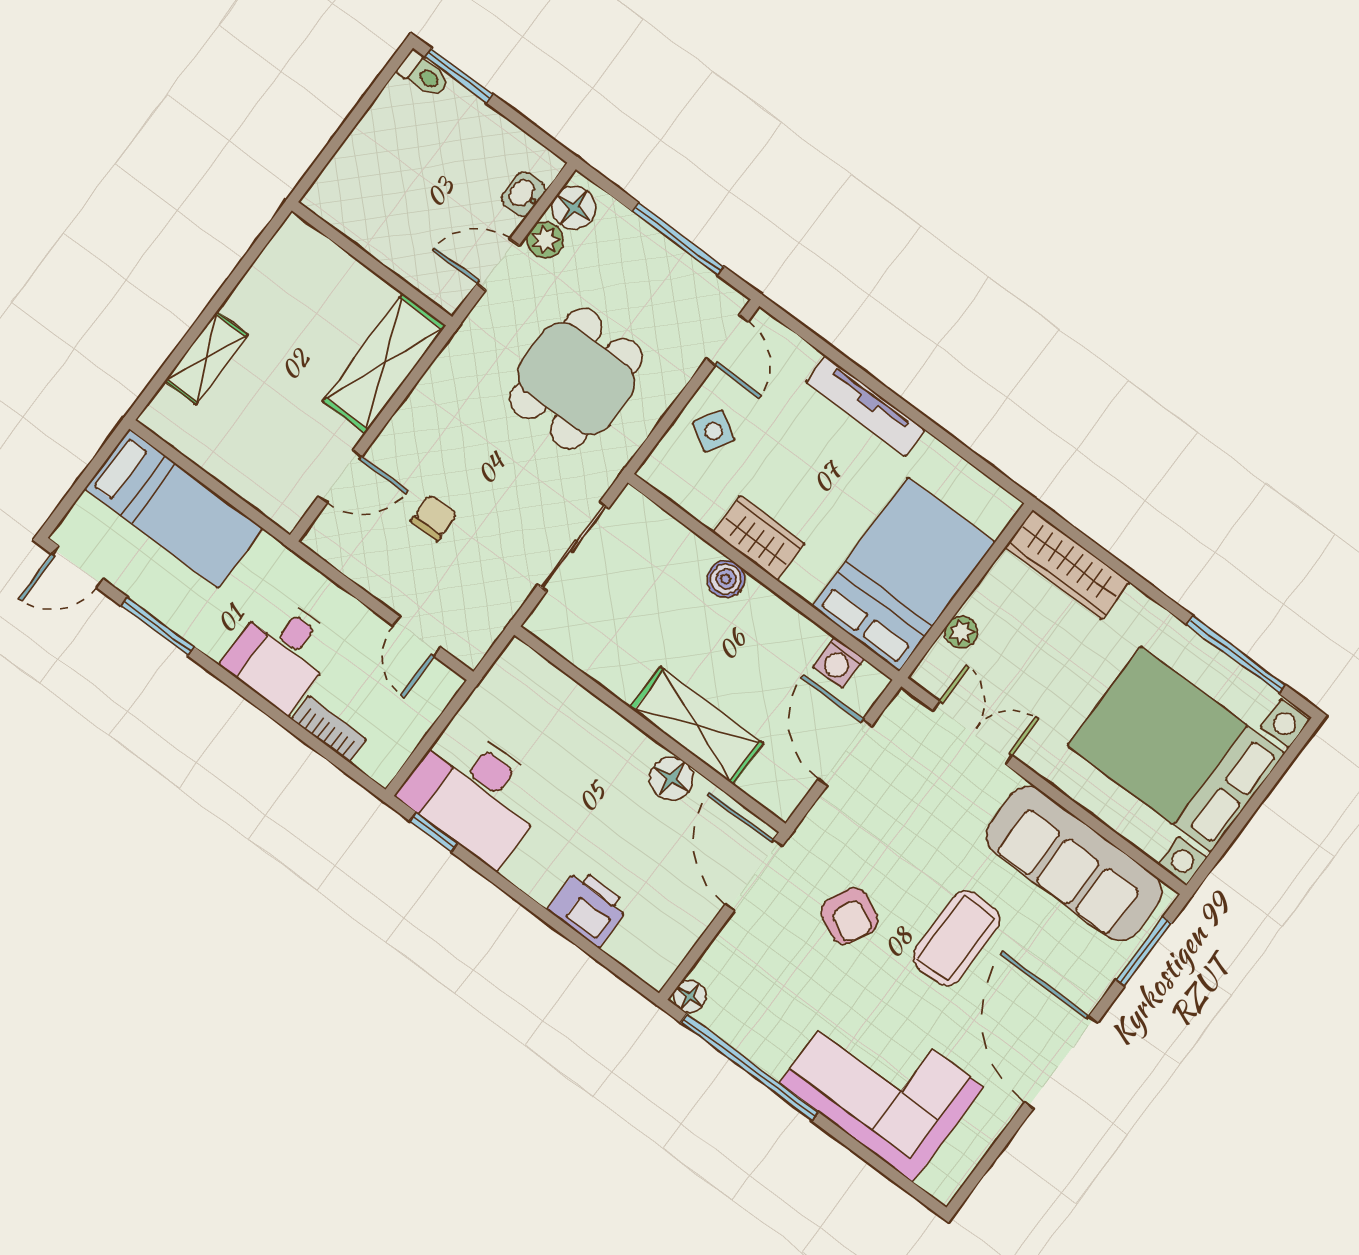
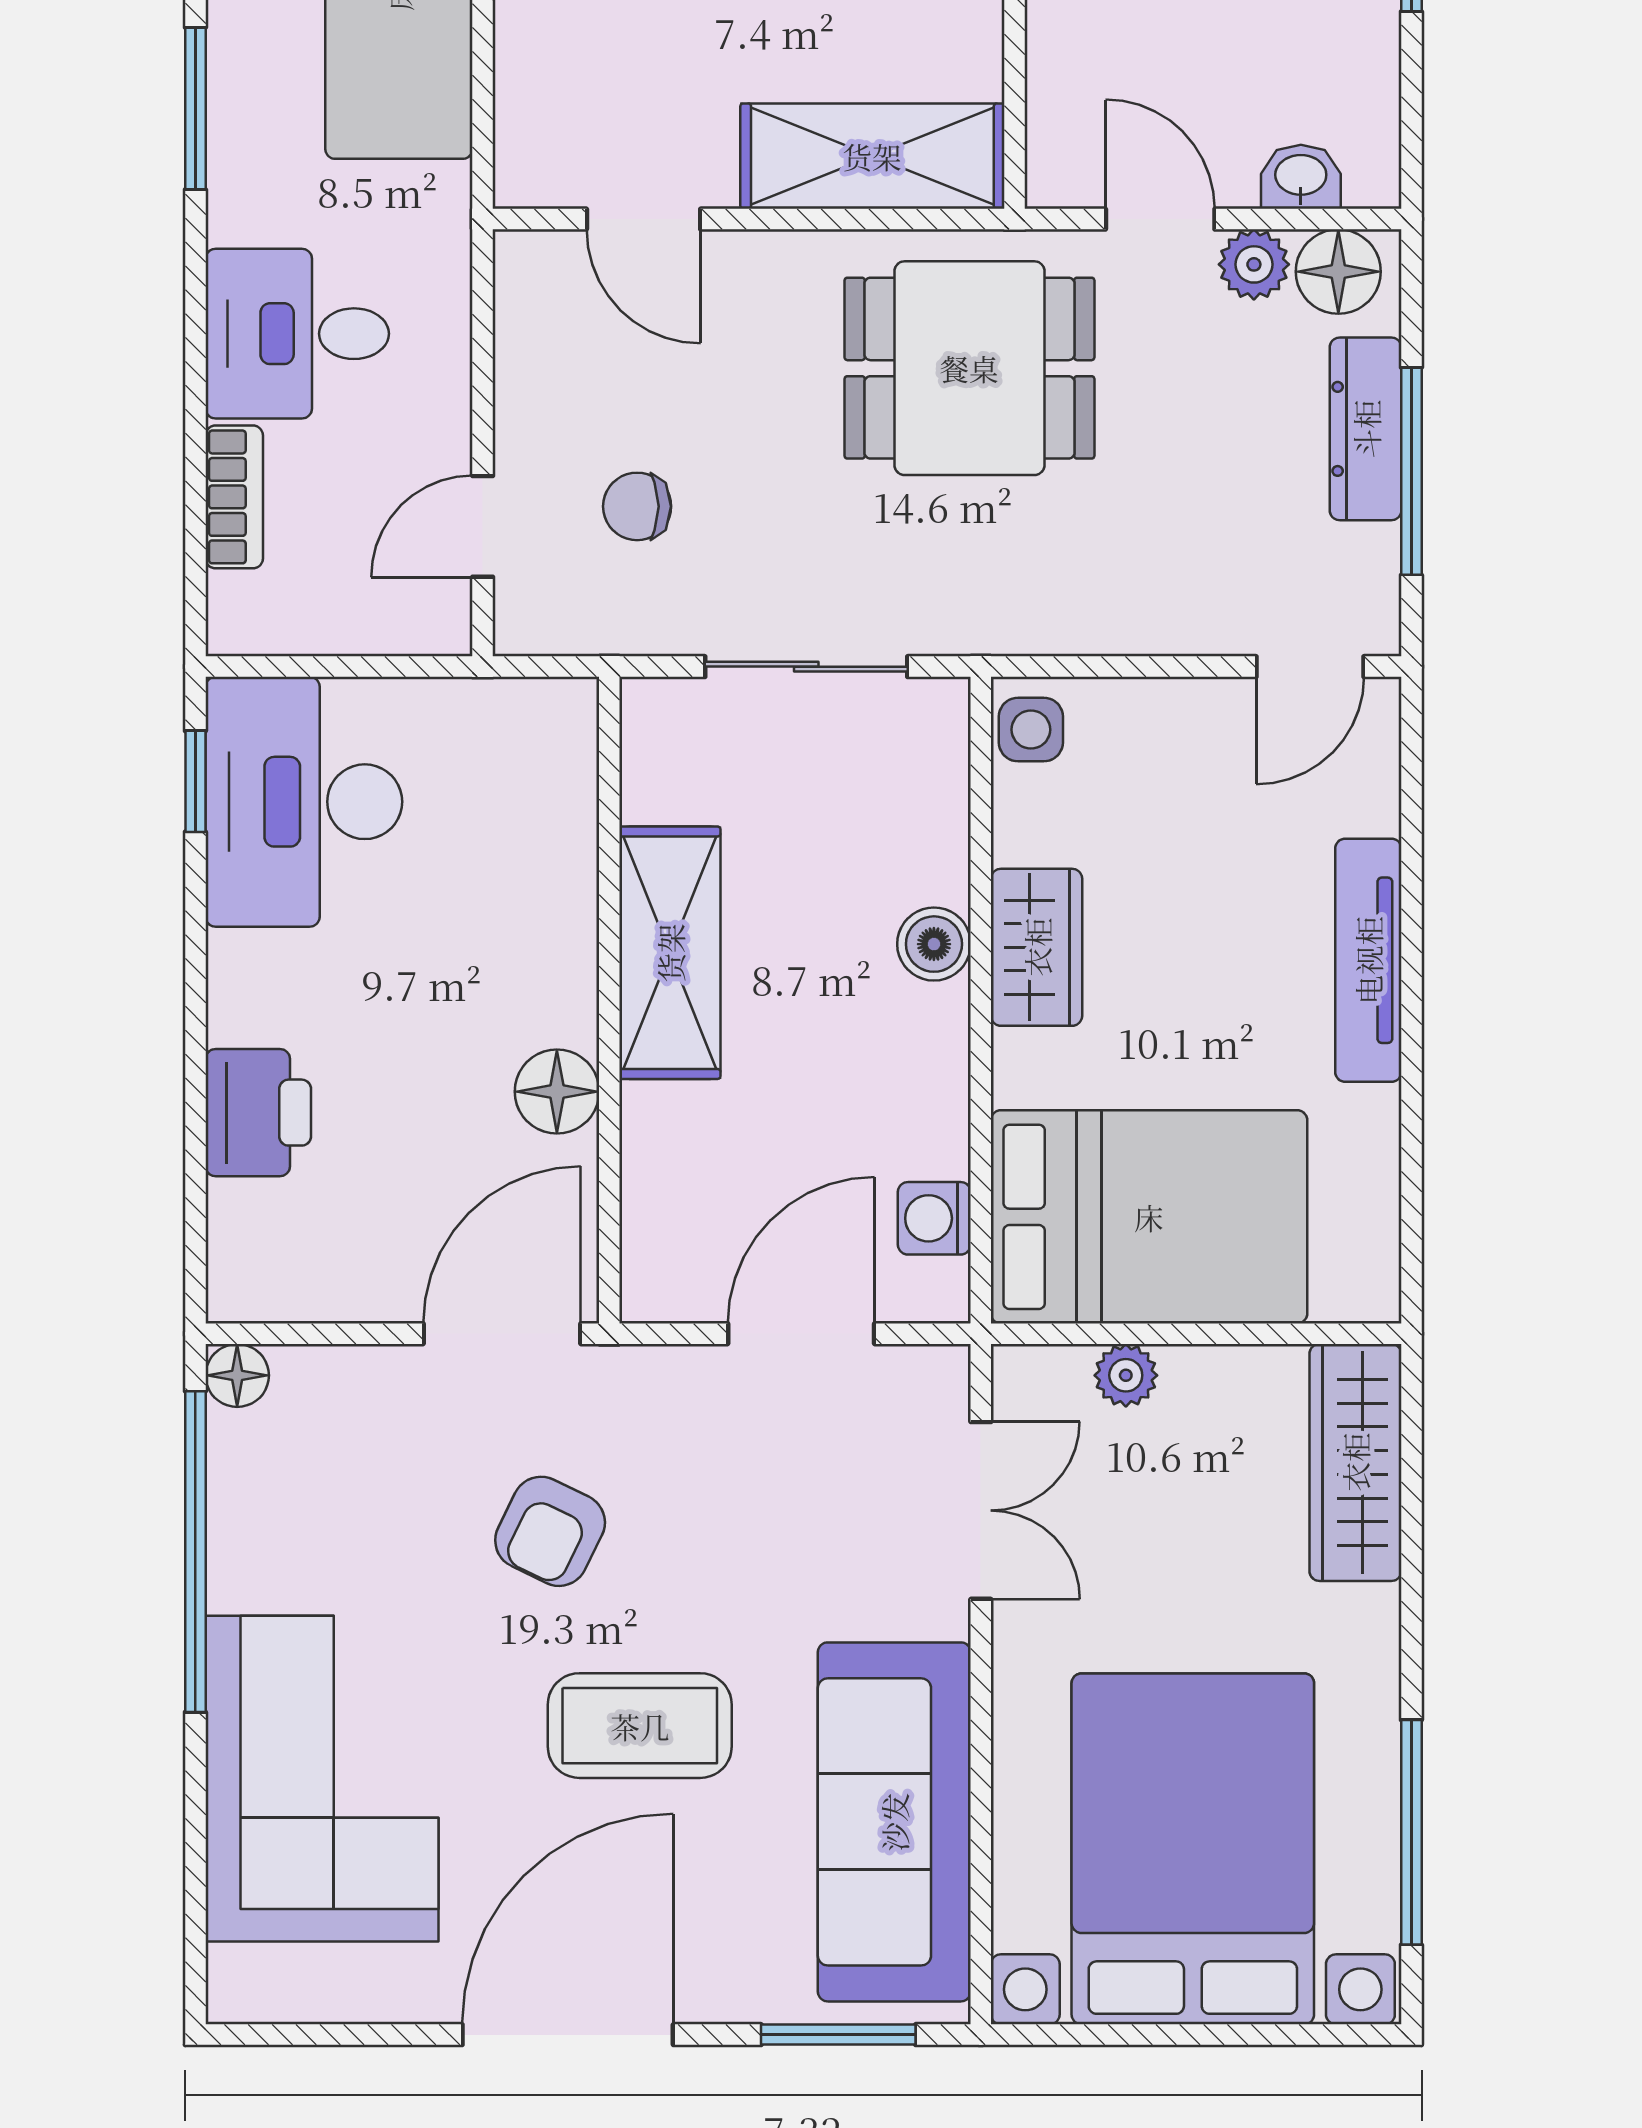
dresser: (647, 245) -> (1366, 429), added
dining table: (576, 379) -> (969, 368), moved
side table: (714, 431) -> (1031, 730), moved, turned -31
chair: (434, 518) -> (637, 506), moved, turned 180
shelving: (697, 725) -> (670, 953), moved

